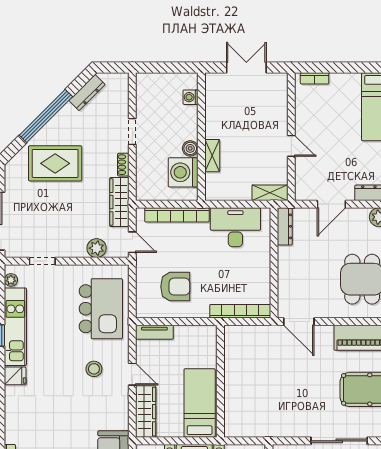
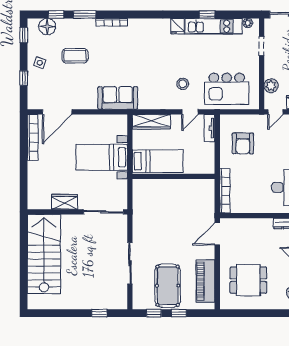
door: (132, 374) -> (190, 112), moved

